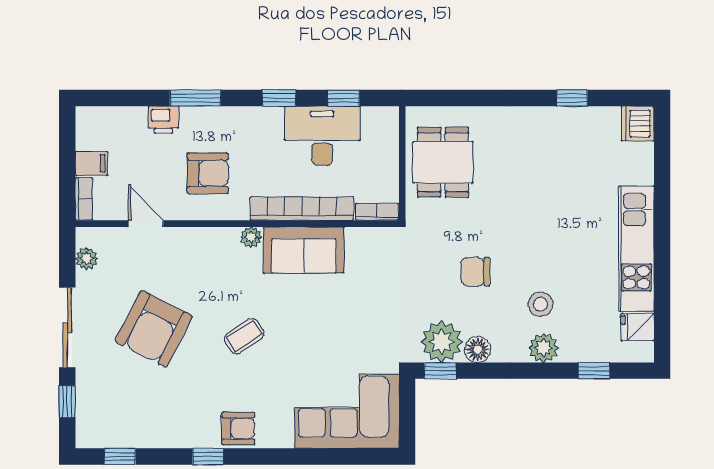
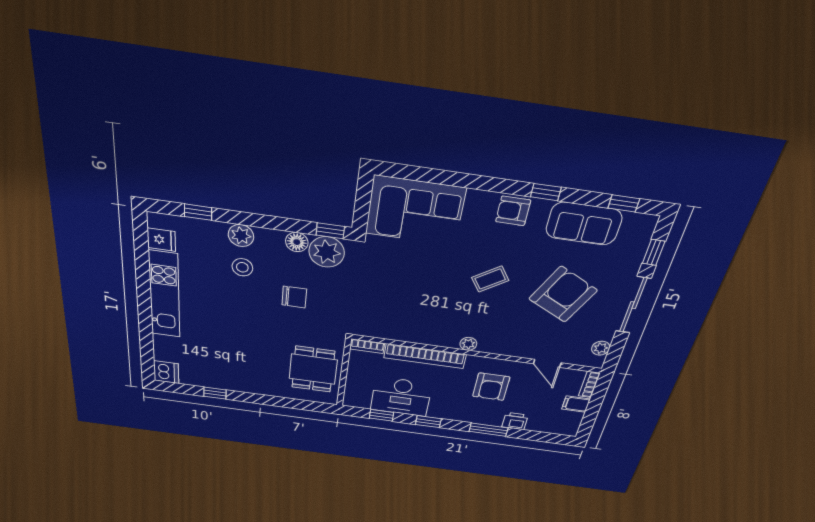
armchair: (208, 173) -> (491, 387), turned -90
sofa: (304, 250) -> (584, 224), moved, turned 180

